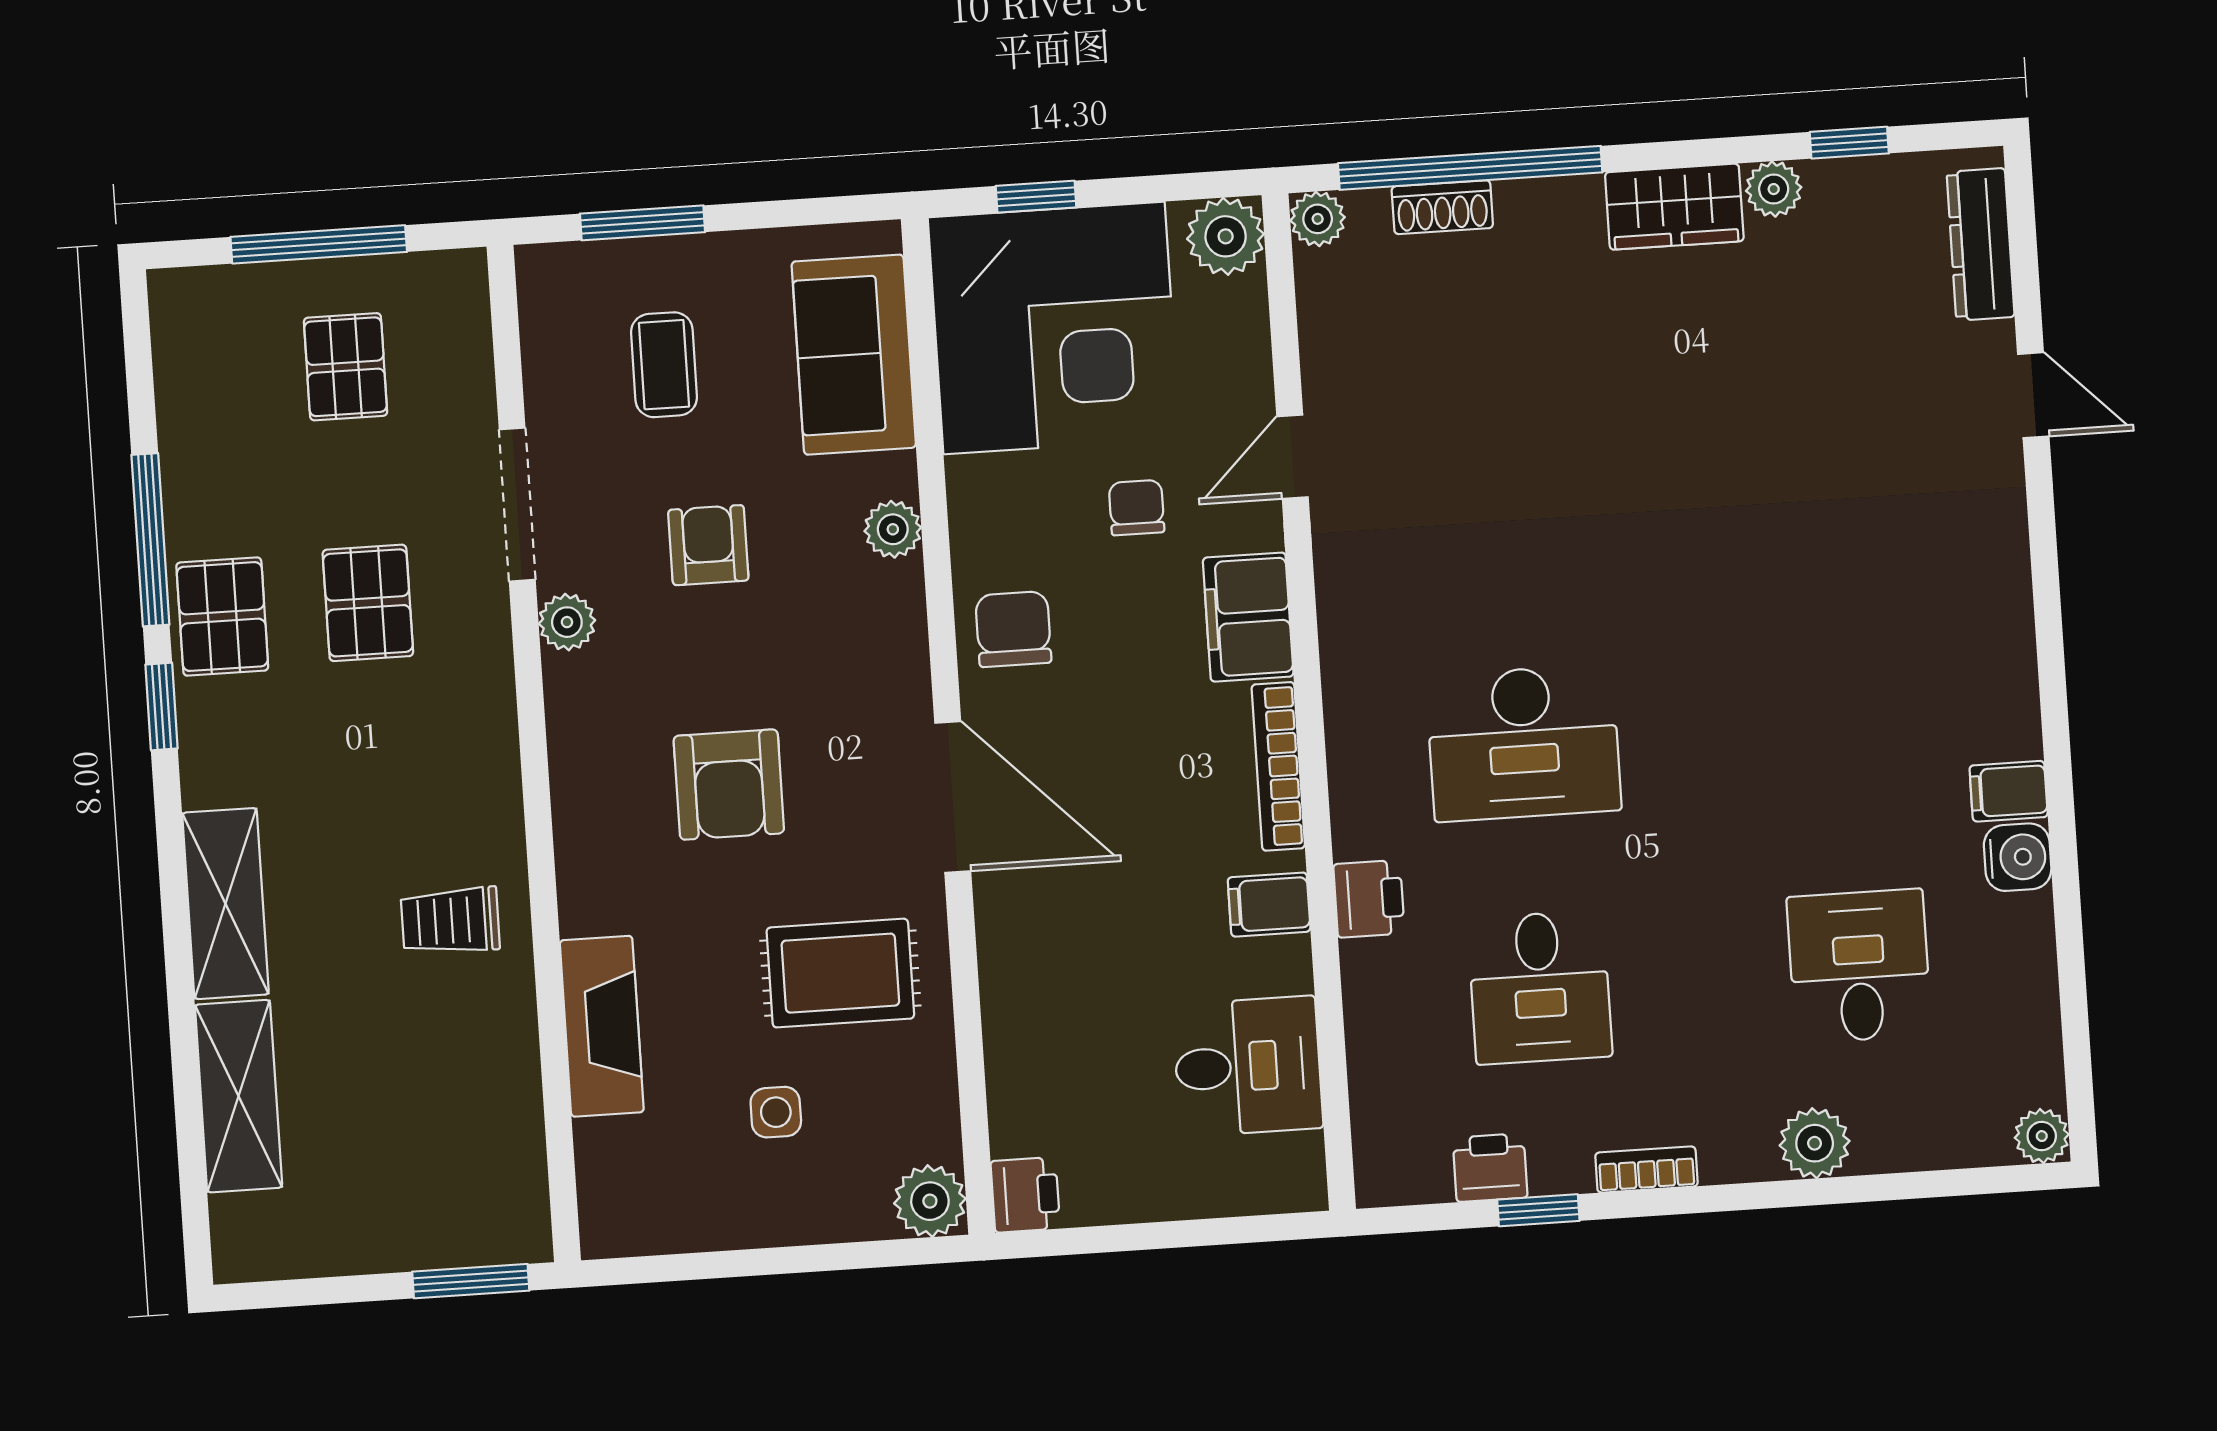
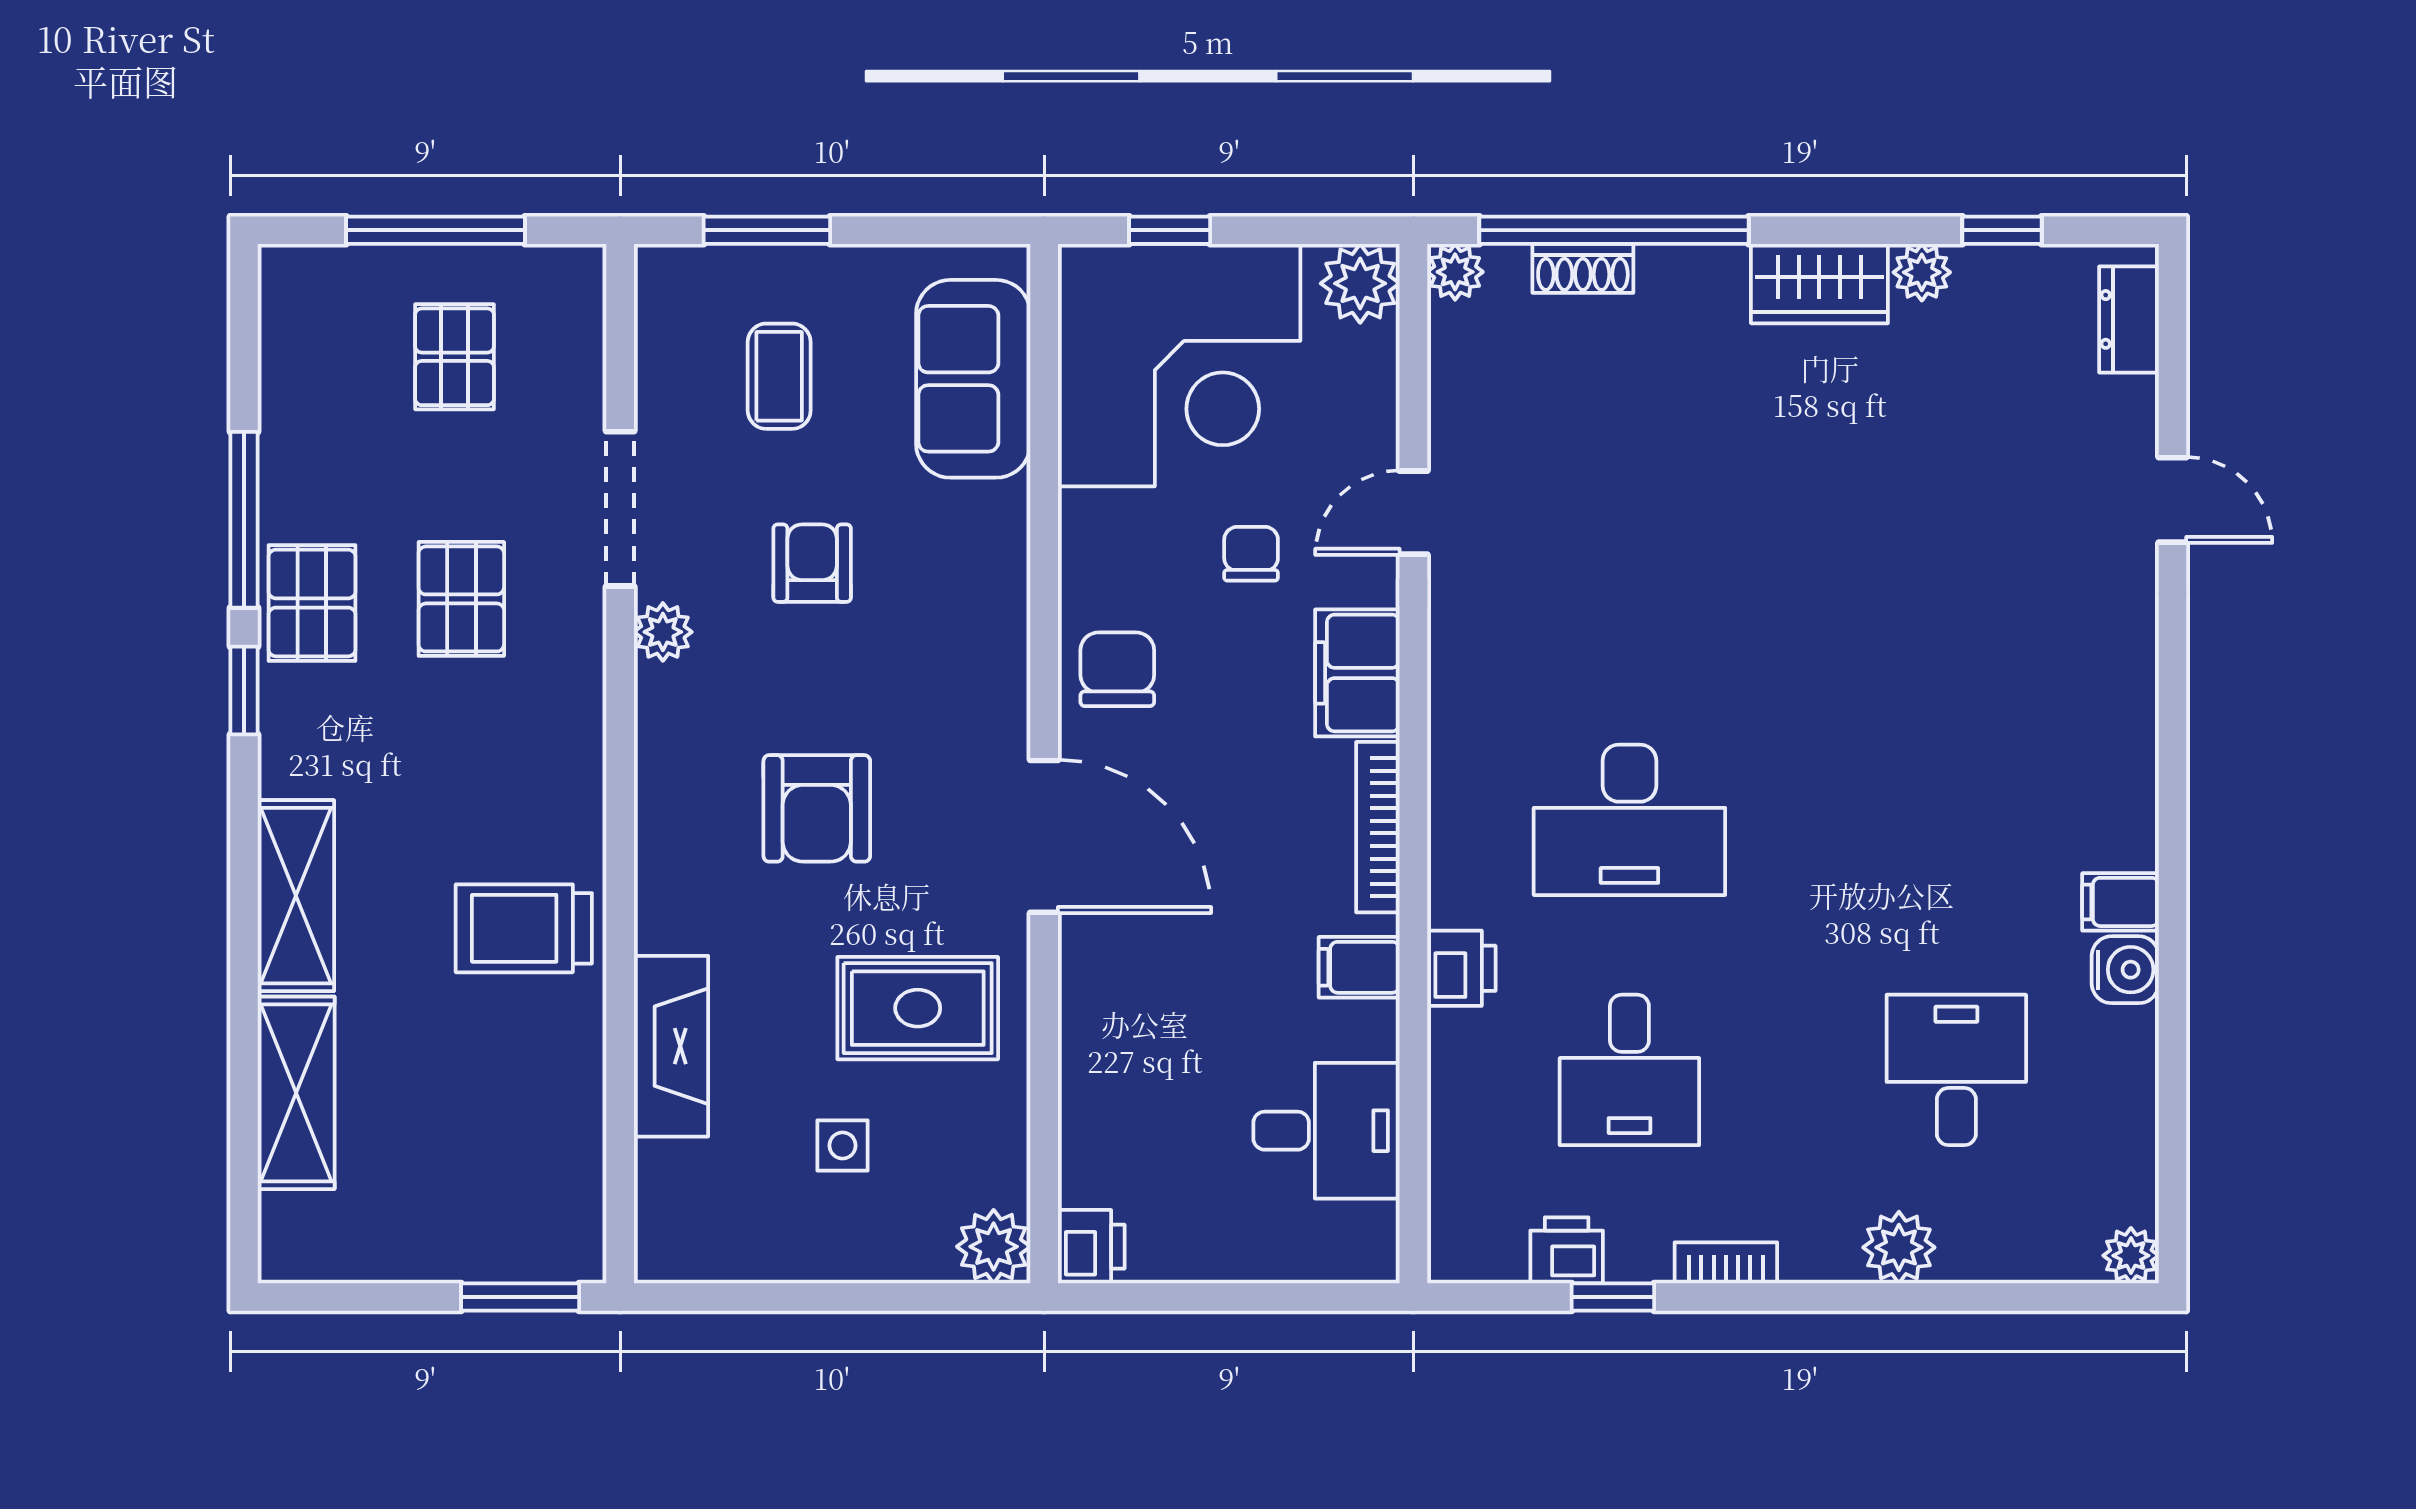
dresser: (1981, 244) -> (2129, 319), width x0.70
plant: (893, 529) -> (1001, 559), removed
trolley: (450, 921) -> (524, 928), width x1.36, depth x1.39

